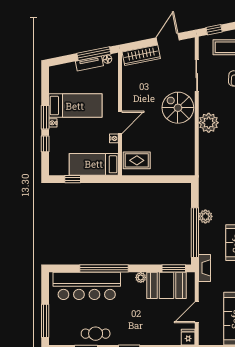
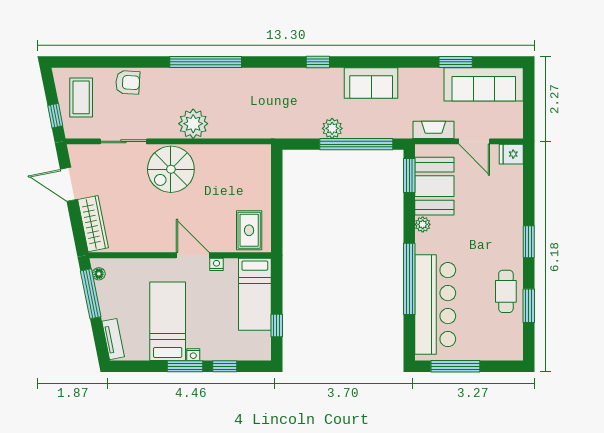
tv unit: (89, 64) -> (113, 339), moved
fireplace: (204, 268) -> (434, 130), moved
window: (45, 321) -> (455, 366), moved

